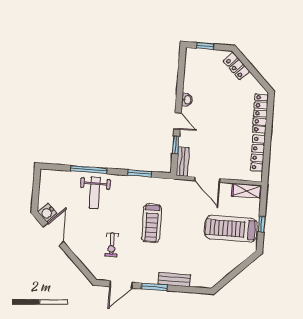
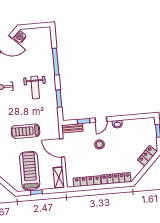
stool: (211, 128) -> (99, 144), added
door: (207, 180) -> (62, 148), hinge flipped
weight bench: (95, 193) -> (35, 87), moved, turned -90
treadmill: (152, 223) -> (26, 131), moved

